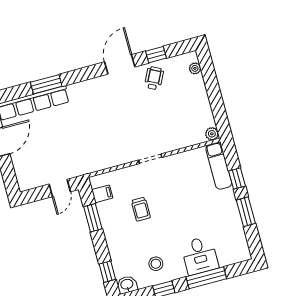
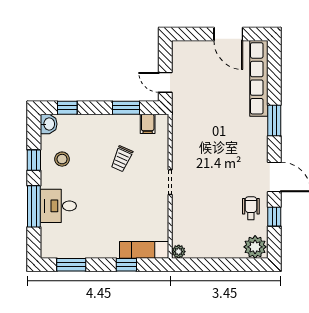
plant: (195, 68) -> (255, 247), width x1.87, depth x1.87
wheelchair: (154, 78) -> (251, 208), turned -117
window: (46, 84) -> (274, 120), moved
trolley: (141, 209) -> (122, 159), turned -66
window: (246, 212) -> (71, 265), moved

